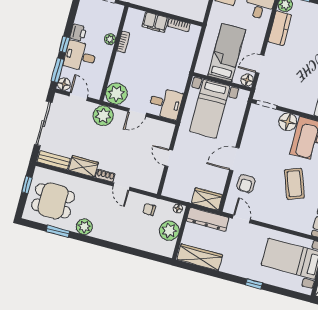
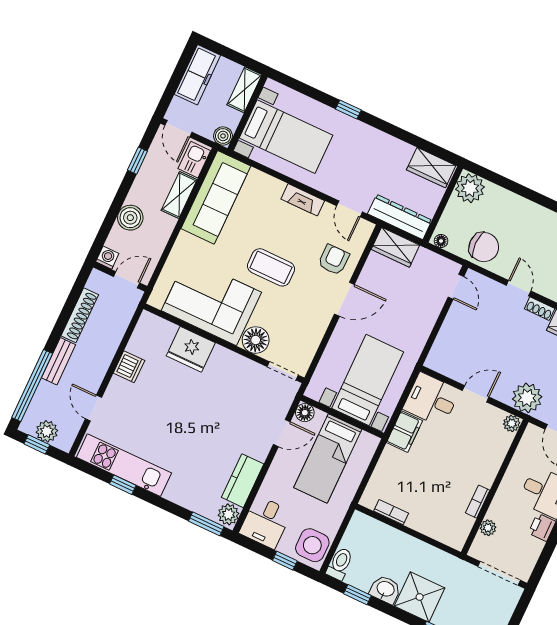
filing cabinet: (155, 22) -> (404, 432), moved, turned 90
plant: (110, 39) -> (488, 528), moved
plant: (116, 94) -> (512, 423), width x0.53, depth x0.53
door: (169, 158) -> (456, 287), moved
coffee table: (294, 184) -> (271, 267), moved, turned -70
chair: (149, 209) -> (484, 247), width x1.87, depth x1.87
fireplace: (273, 219) -> (303, 200), added
plant: (169, 231) -> (470, 188), moved
wardrobe: (200, 257) -> (431, 168), width x0.67

